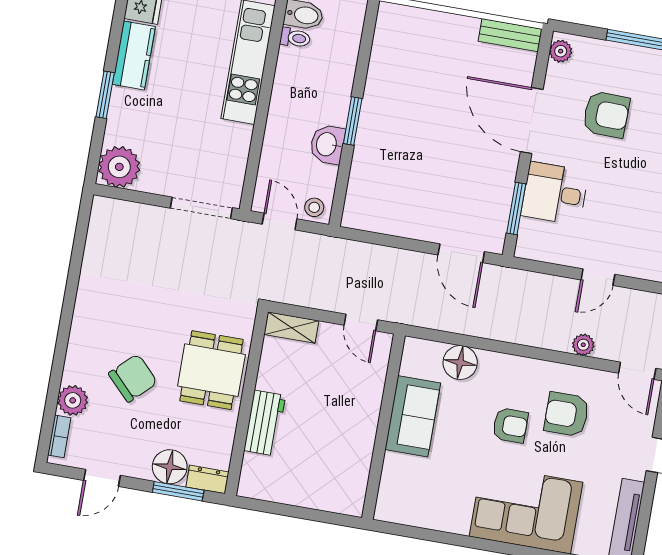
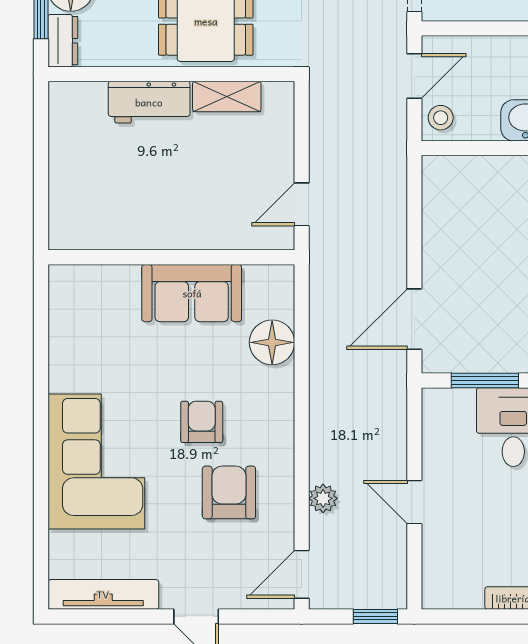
shelving: (291, 328) -> (227, 96), moved, turned 90
armchair: (510, 425) -> (202, 422), turned 180

